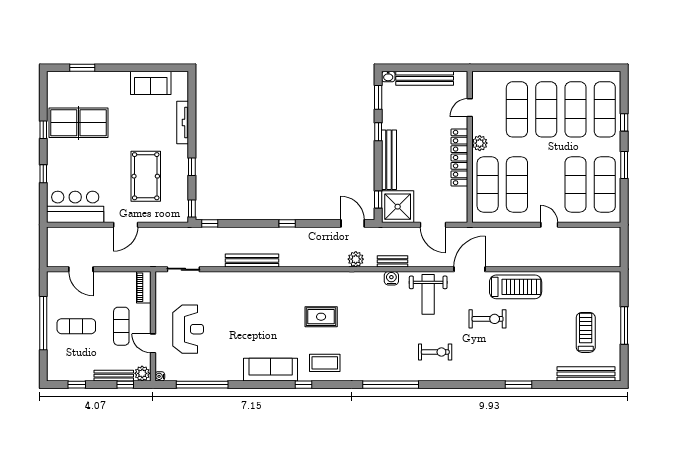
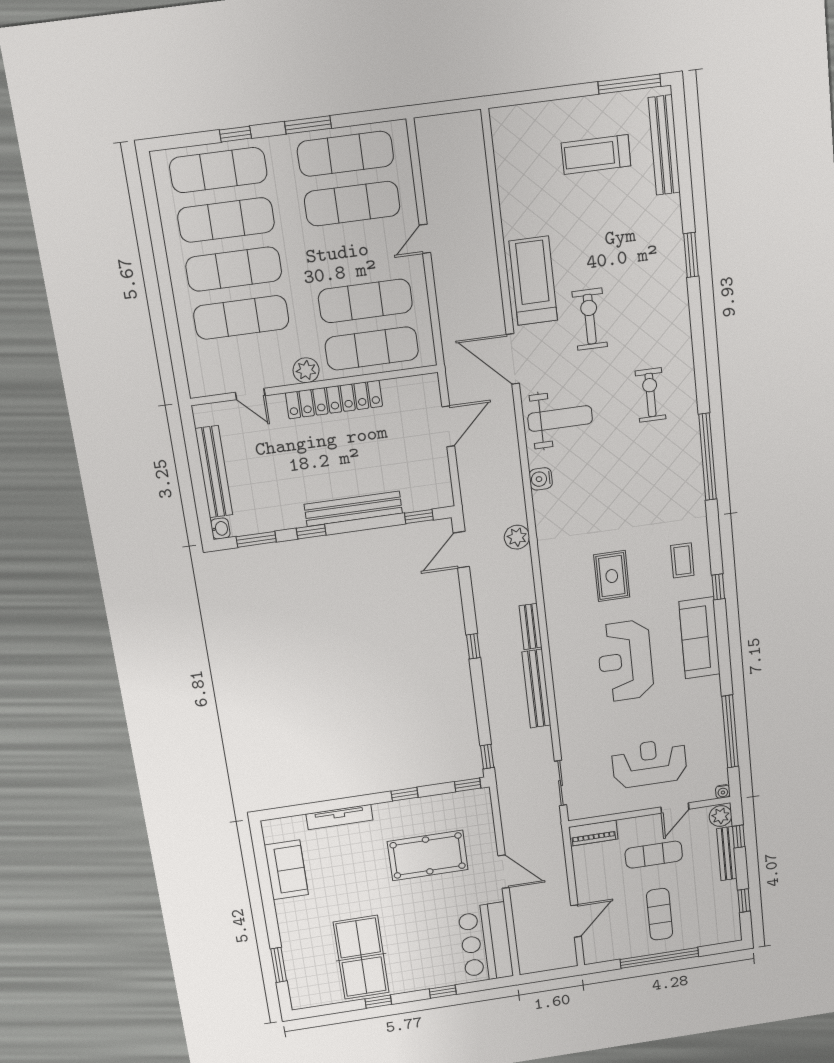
shower: (398, 207) -> (426, 485), removed
bench: (392, 261) -> (531, 627), moved
reception desk: (262, 320) -> (625, 661), added
window: (624, 325) -> (629, 84), moved
coffee table: (325, 363) -> (682, 560), width x0.73, depth x0.77

